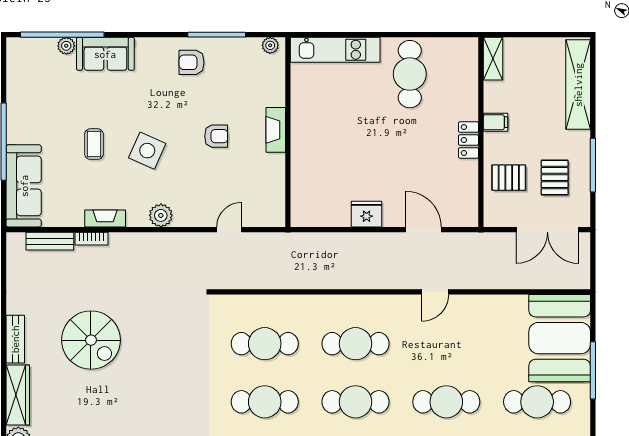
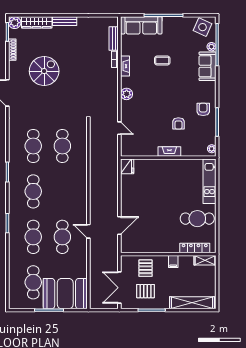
armchair: (216, 136) -> (178, 123), moved
locker: (468, 140) -> (195, 248), moved, width x1.53
side table: (147, 151) -> (203, 27), moved
fridge: (367, 214) -> (127, 166), moved
spiral stairs: (91, 340) -> (44, 71), moved, turned 180
cafe table: (356, 344) -> (62, 237), moved

